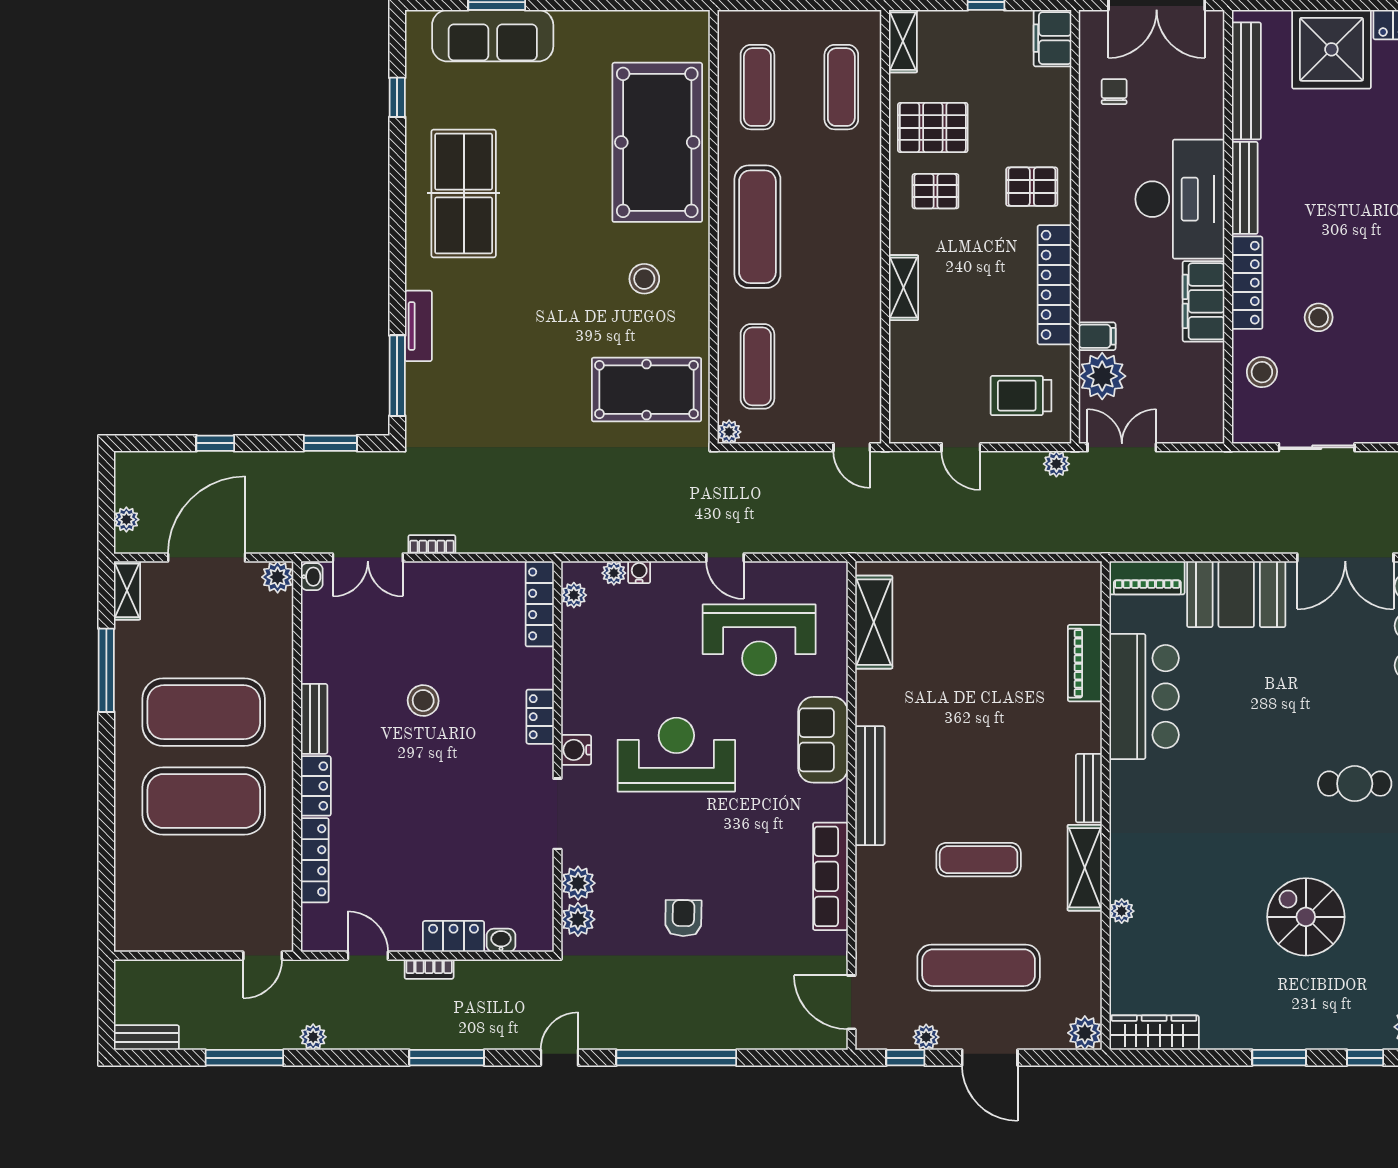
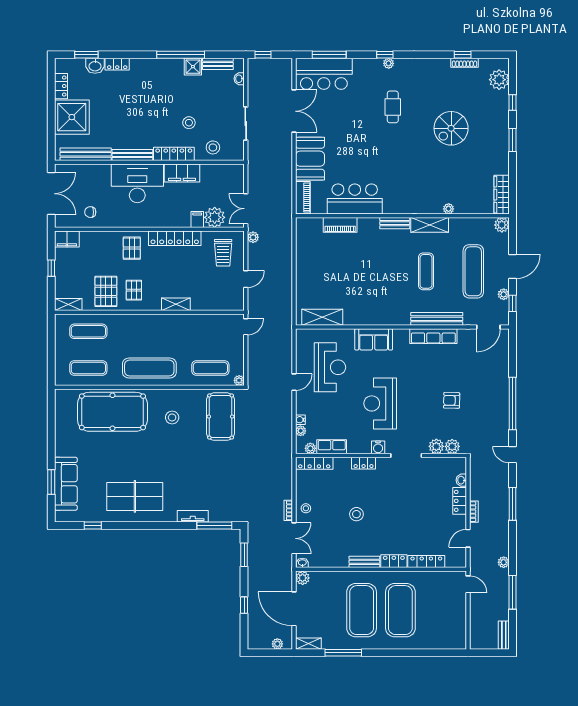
stool: (437, 585) -> (306, 508), added
row of seats: (577, 644) -> (332, 447), added
bench: (870, 786) -> (437, 319), moved

